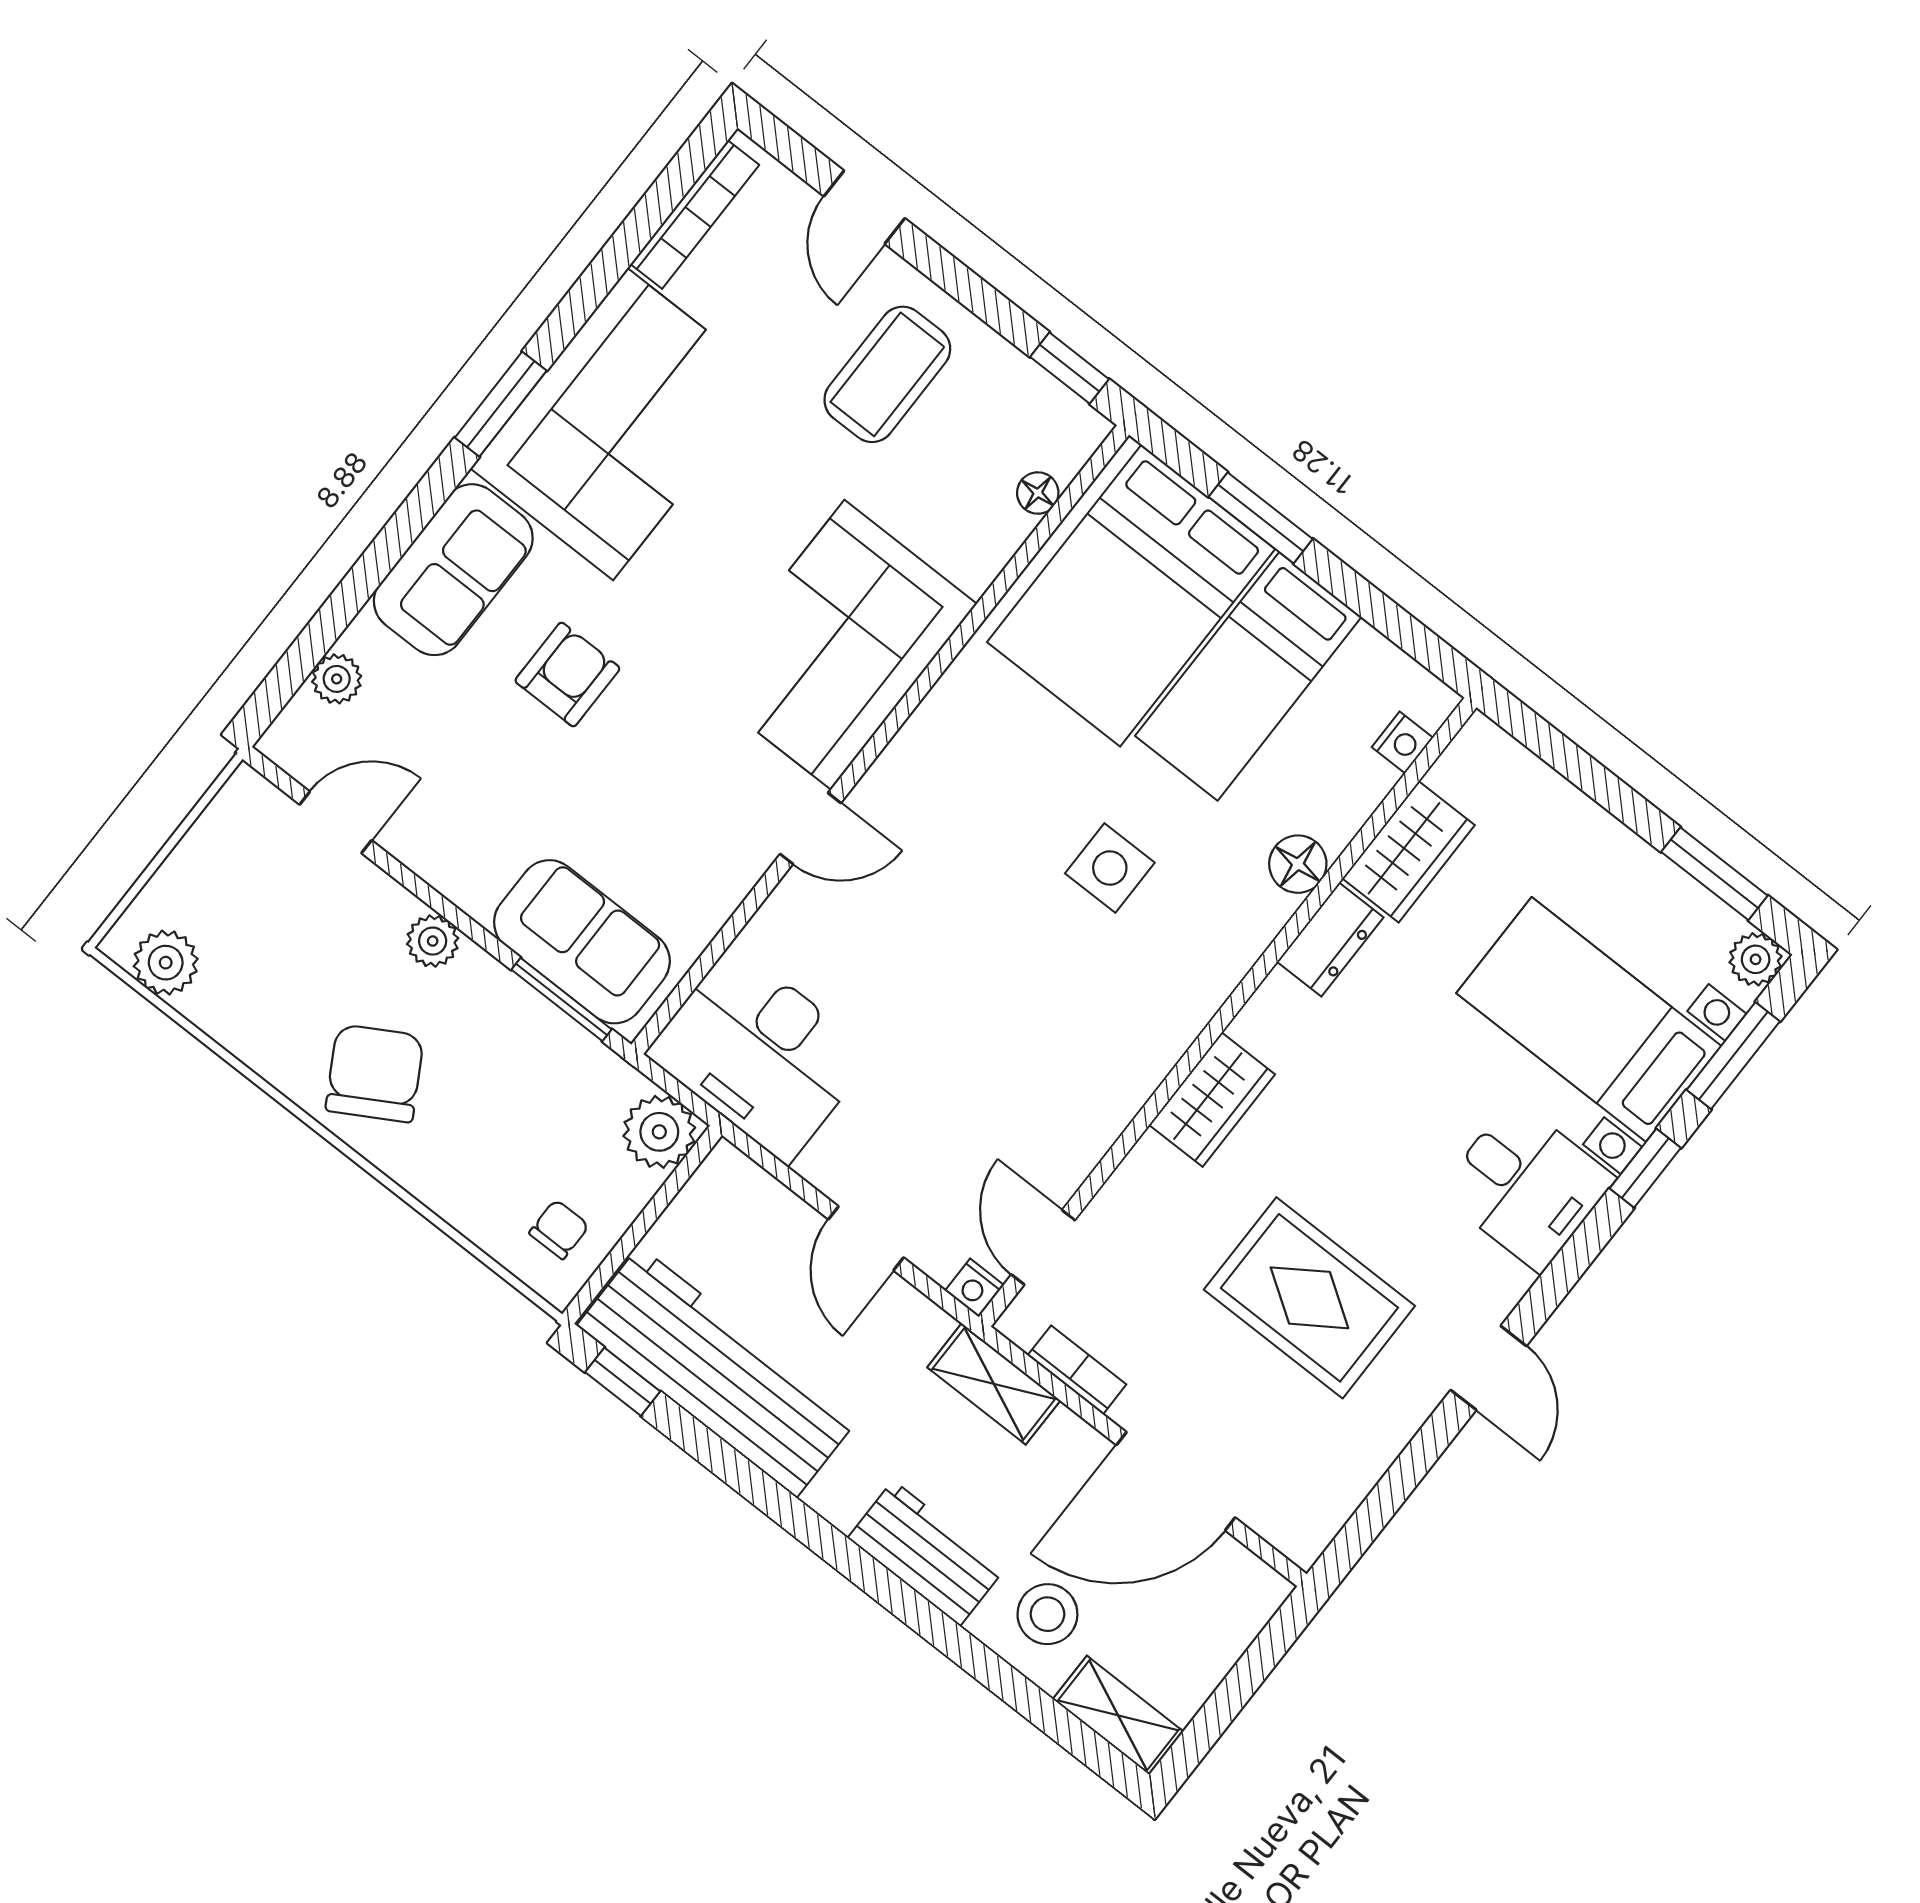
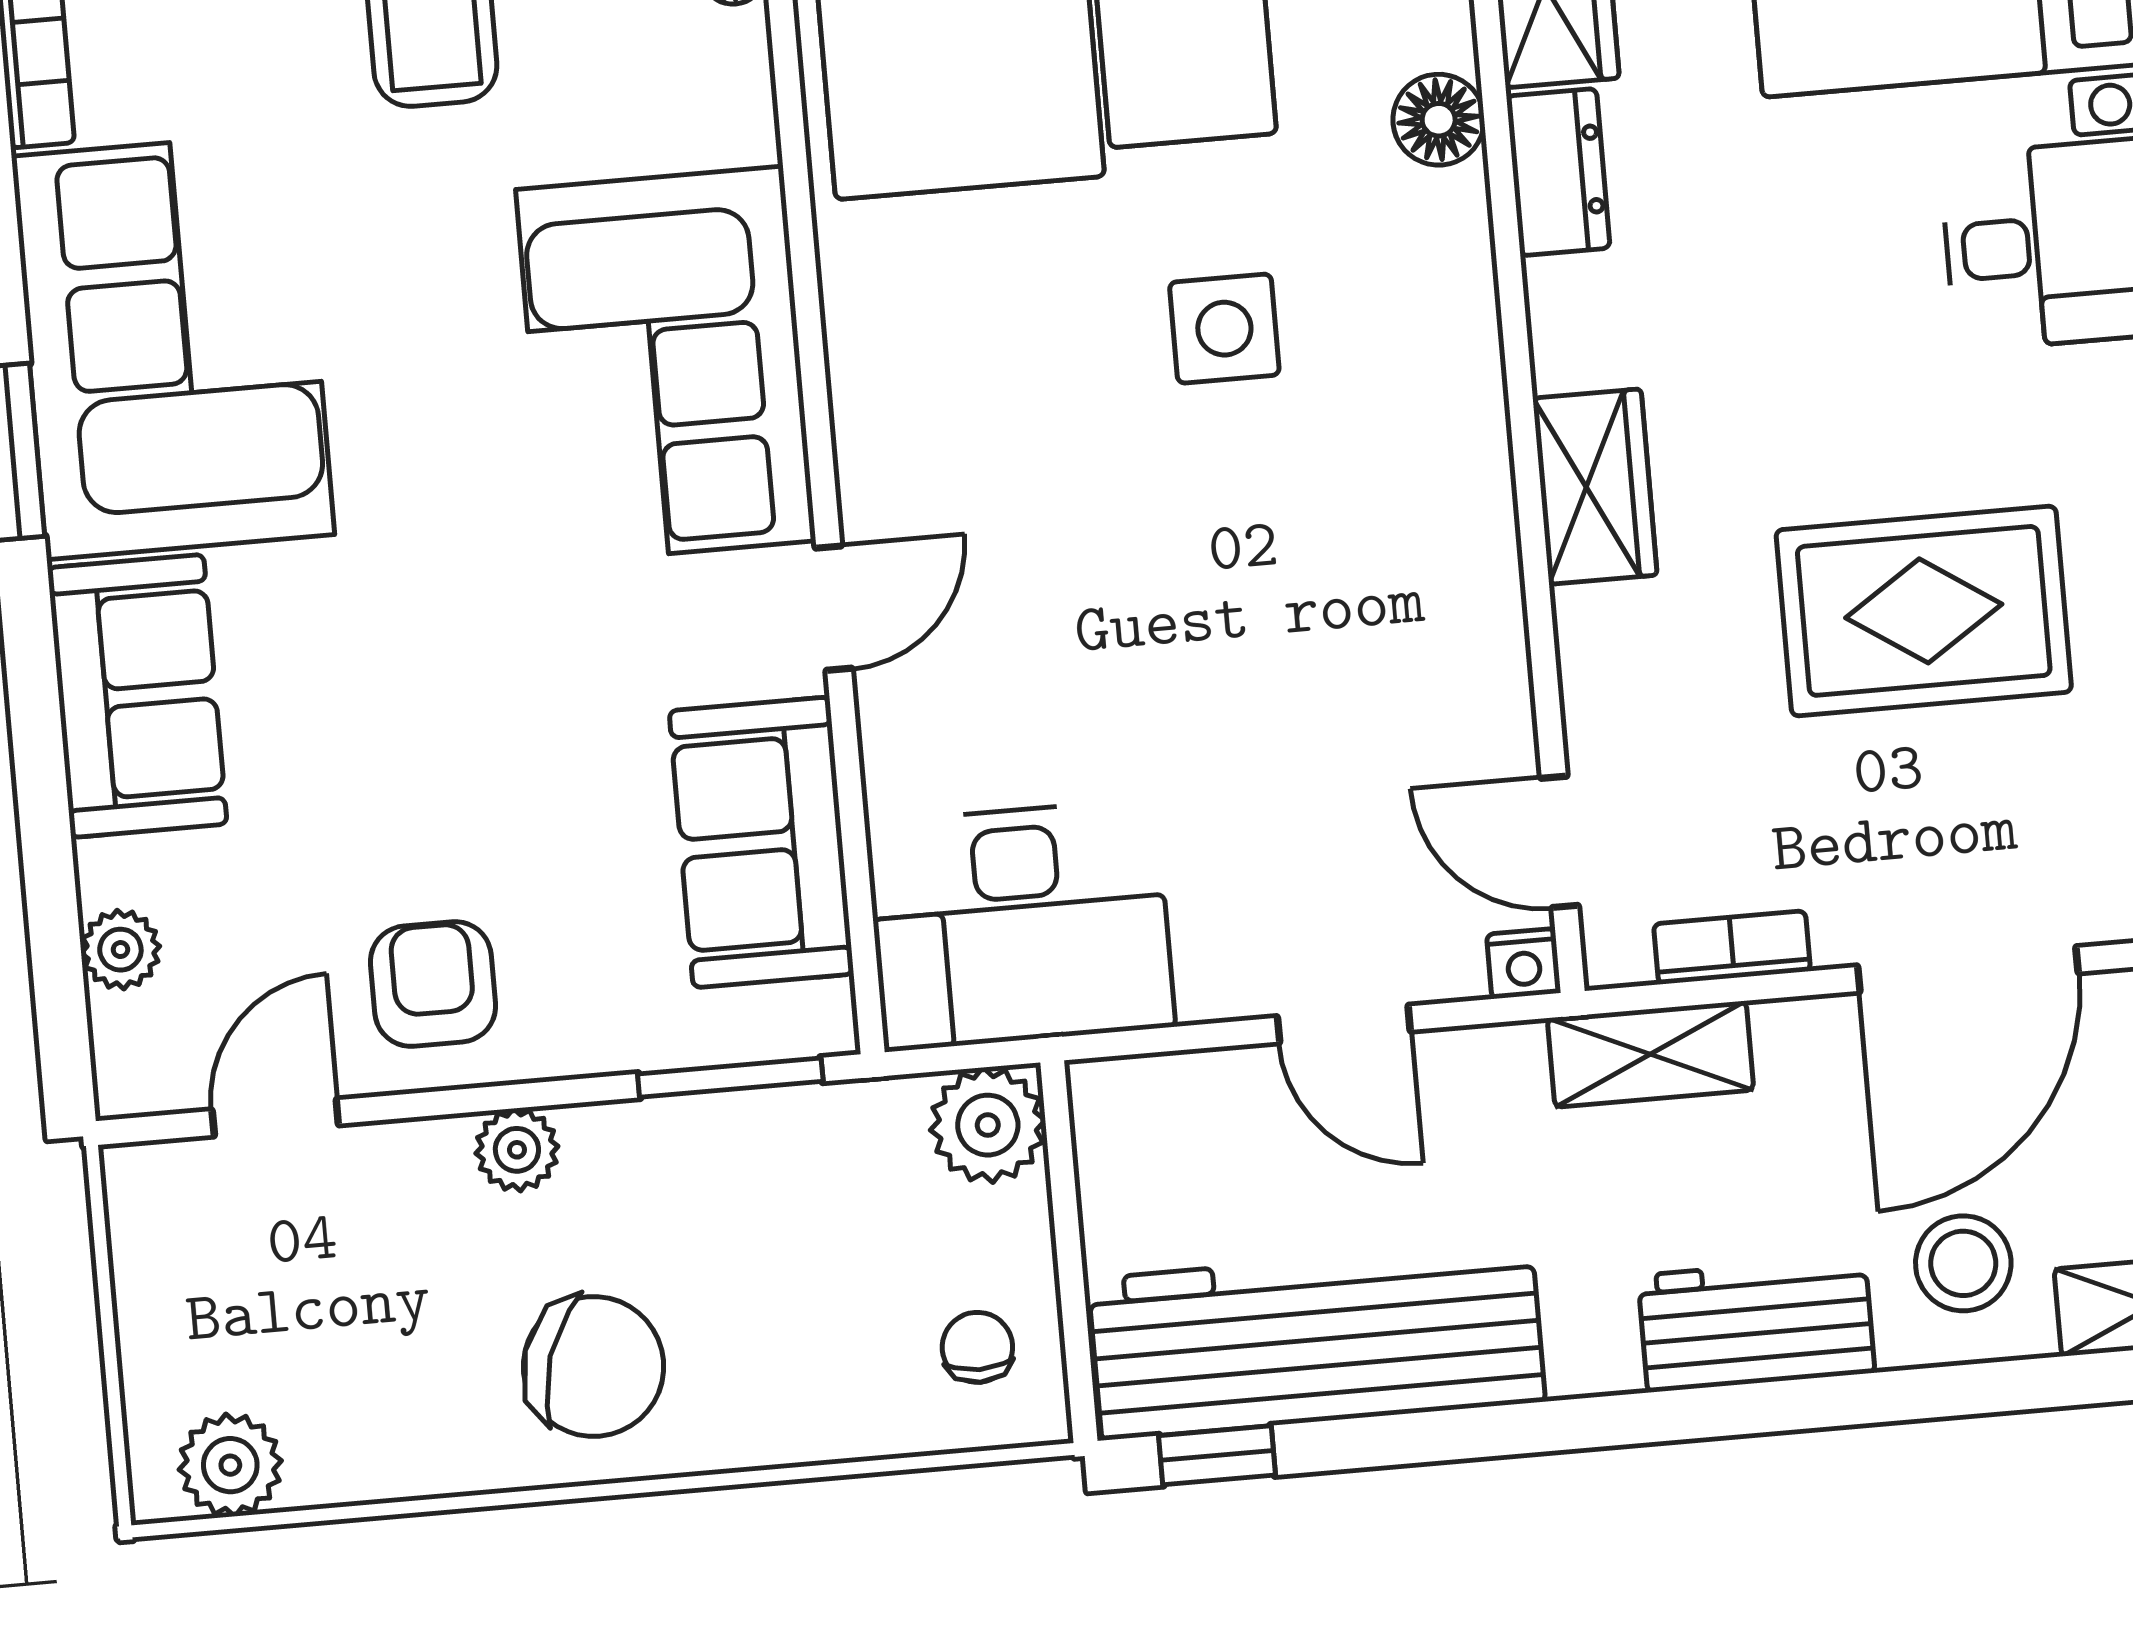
armchair: (567, 675) -> (433, 984), moved
sofa: (582, 942) -> (761, 842), moved, turned -90
chair: (375, 1073) -> (594, 1366), turned 138

